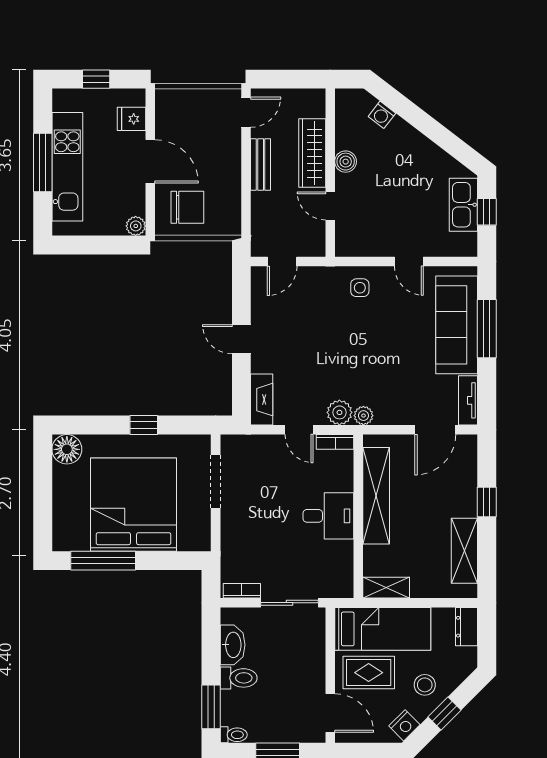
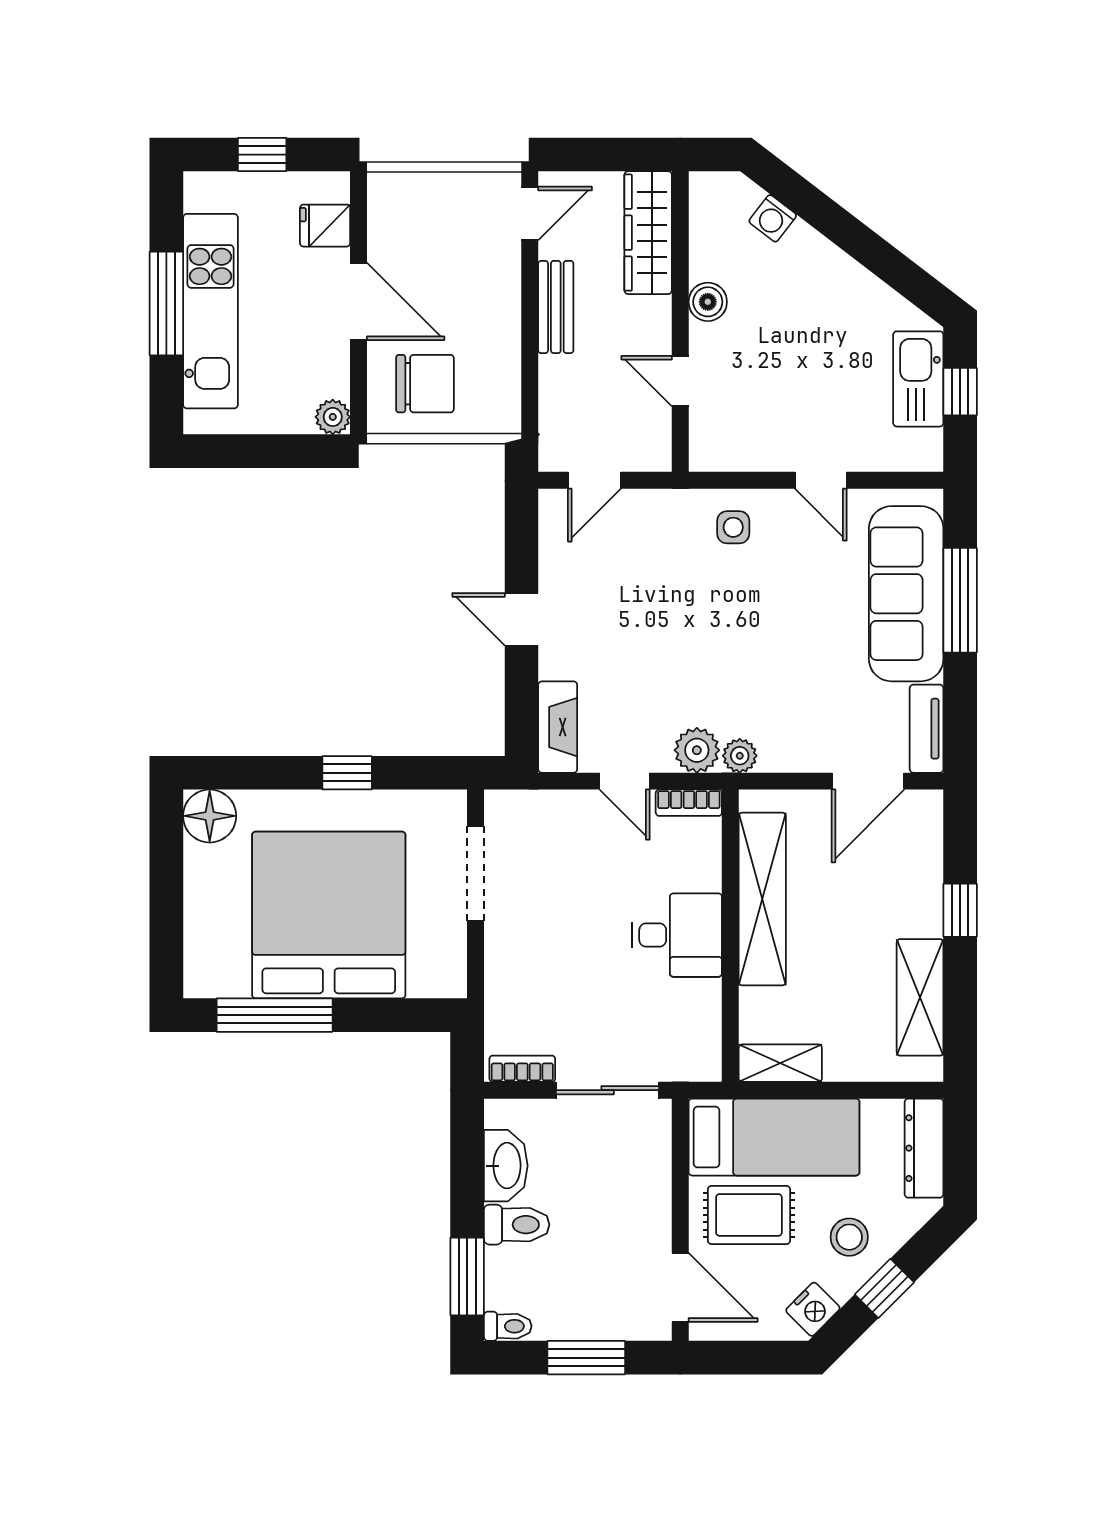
wardrobe: (312, 153) -> (648, 233), moved
dresser: (467, 627) -> (924, 1148), width x1.44

